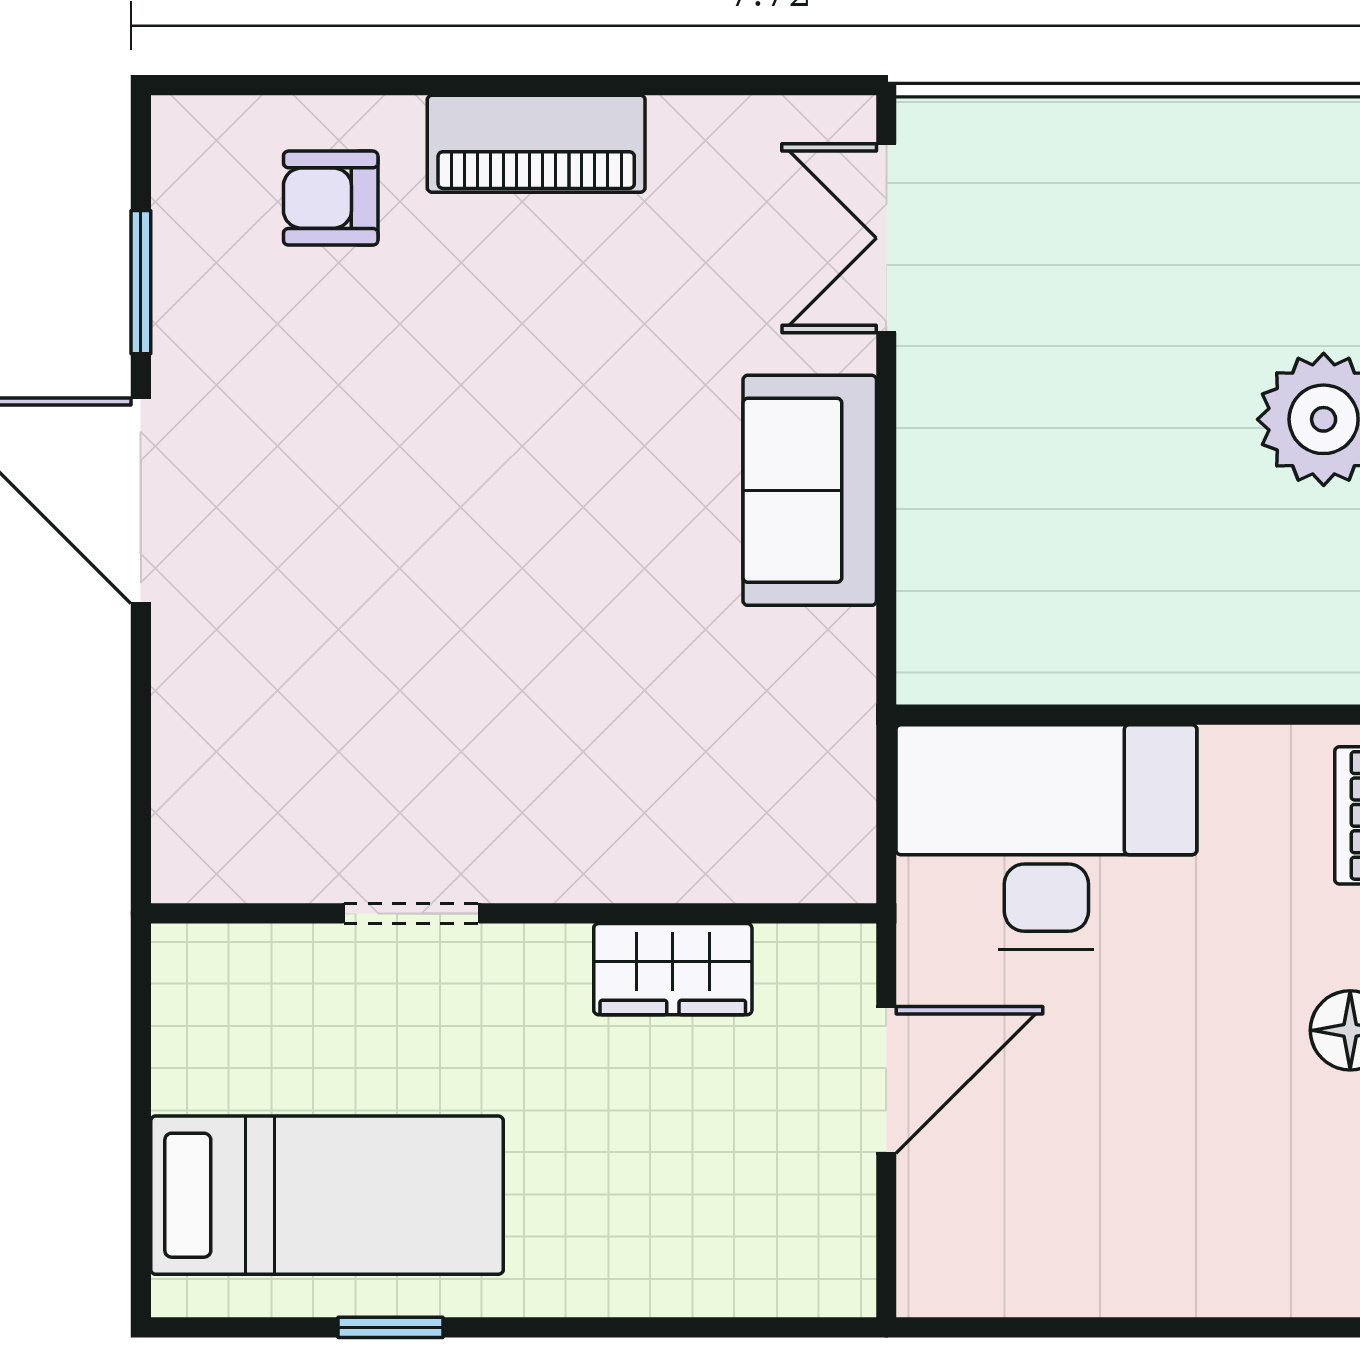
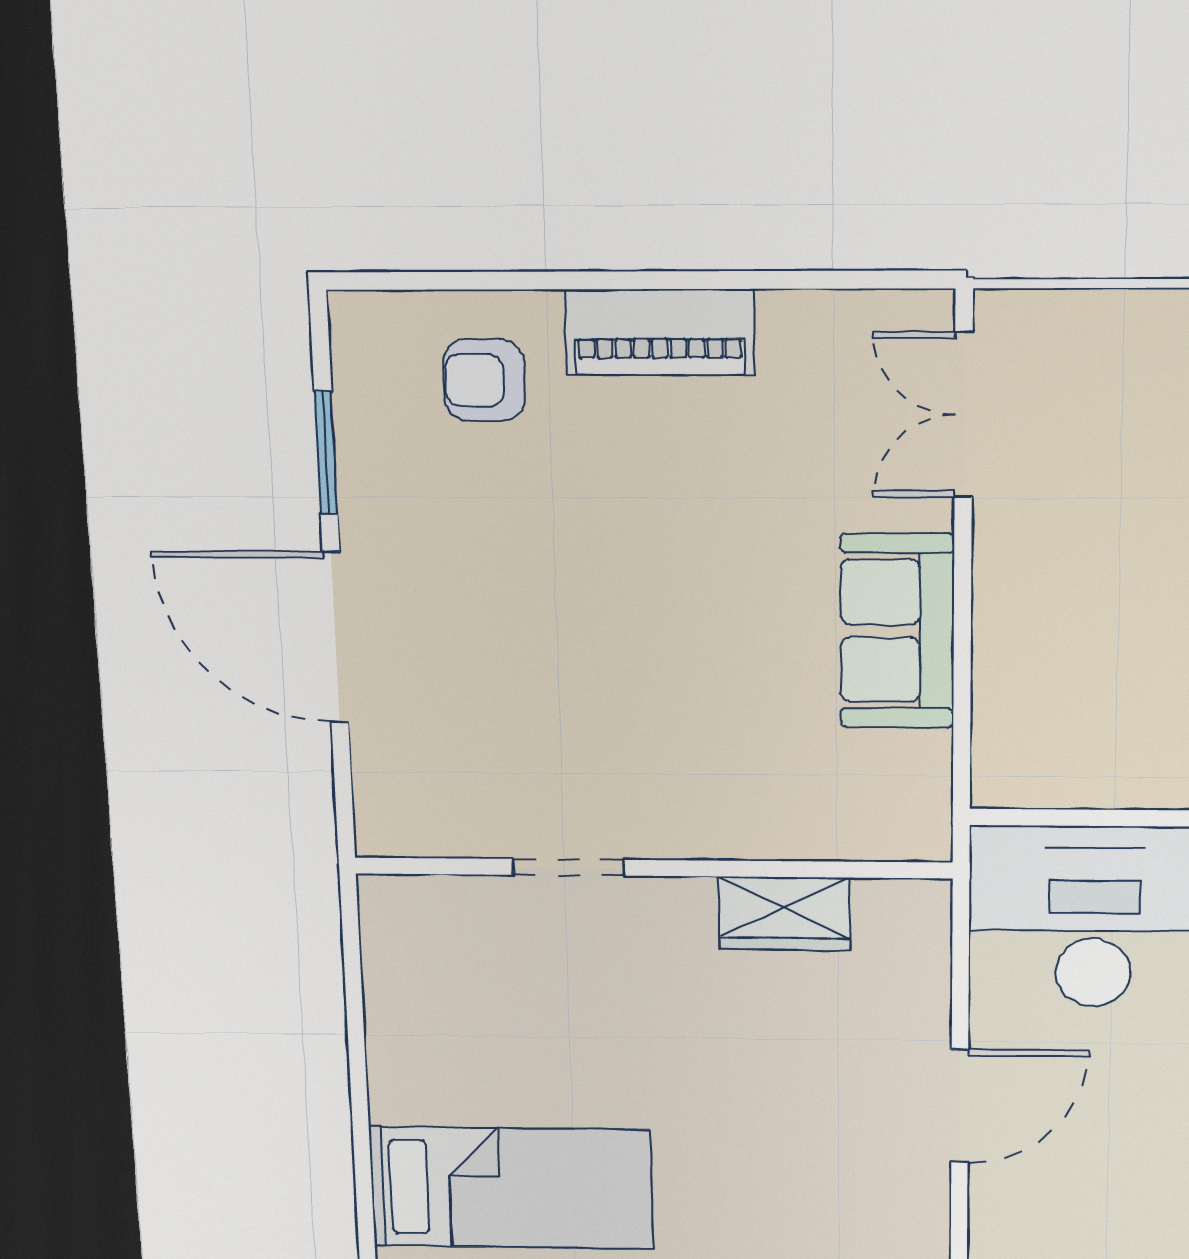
doorway: (412, 913) -> (569, 867), moved
wall: (514, 913) -> (652, 868), moved
wardrobe: (673, 969) -> (784, 914), moved

